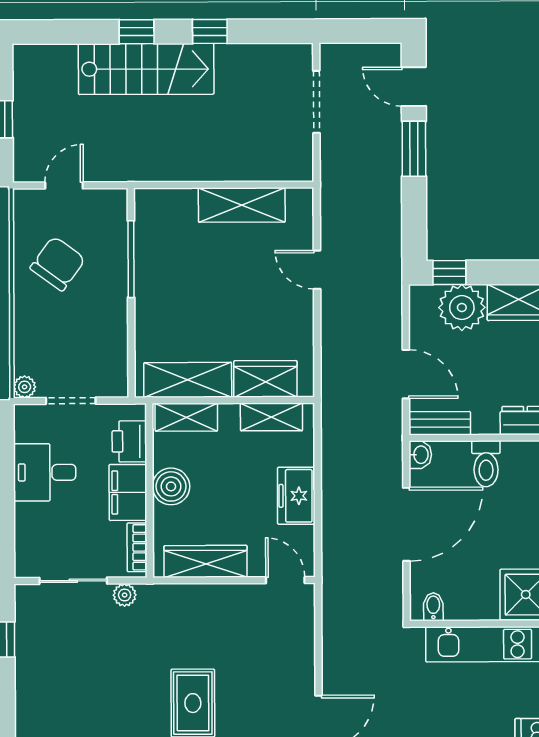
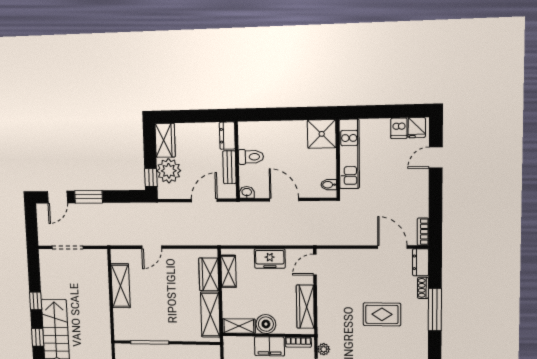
shelving: (186, 417) -> (239, 326), moved, turned 90
bench: (440, 423) -> (229, 167), moved
printer: (129, 441) -> (243, 345), removed
door: (406, 524) -> (284, 200), width x0.73

